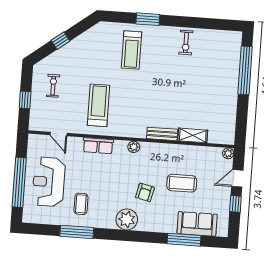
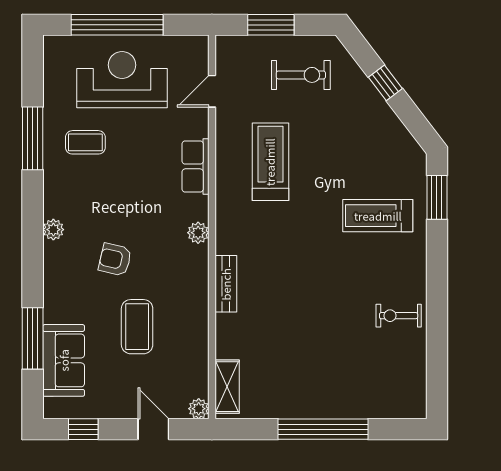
window: (148, 19) -> (437, 197), moved
window: (245, 70) -> (323, 429), moved
exercise bike: (53, 86) -> (301, 75), width x1.38, depth x1.39
window: (25, 100) -> (271, 25), width x1.50
treadmill: (98, 105) -> (270, 162), turned -90
shelving: (193, 135) -> (227, 387), moved
window: (235, 204) -> (83, 429), moved
plant: (127, 219) -> (53, 230), width x0.53, depth x0.53

